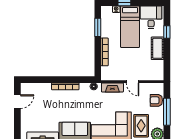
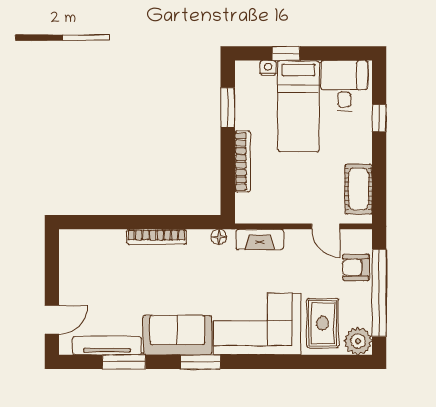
cot: (158, 48) -> (359, 189), moved
door: (133, 82) -> (326, 226), moved
door: (17, 102) -> (52, 320), moved
window: (167, 112) -> (379, 293), width x1.46

